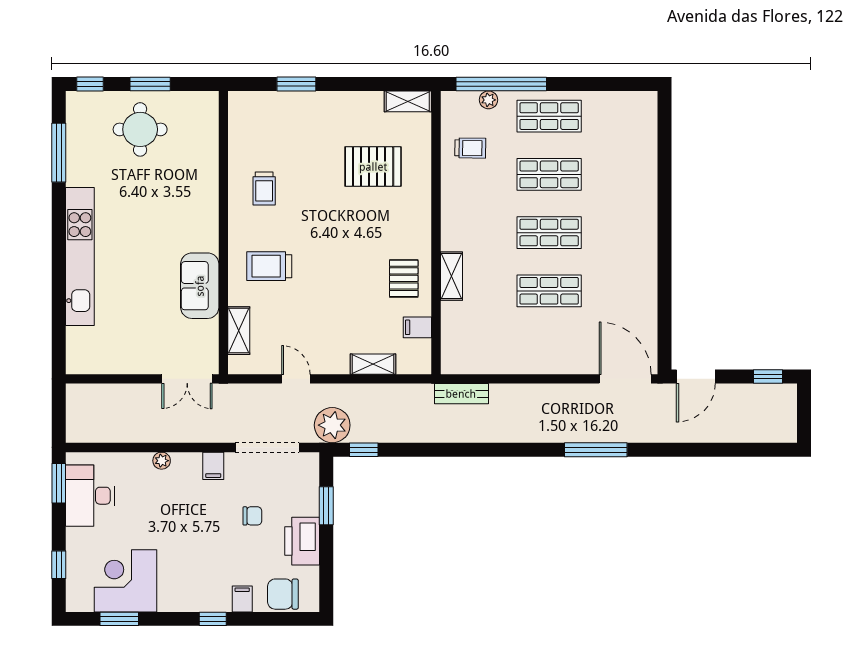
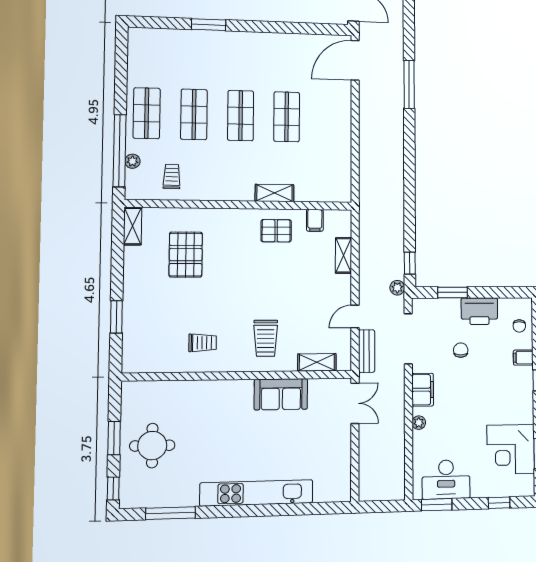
window: (665, 191) -> (209, 25), added
bench: (461, 394) -> (367, 351), moved
plant: (332, 425) -> (397, 288), width x0.53, depth x0.53
filing cabinet: (213, 466) -> (423, 390), width x2.00
chair: (283, 594) -> (519, 326), width x0.54, depth x0.54

